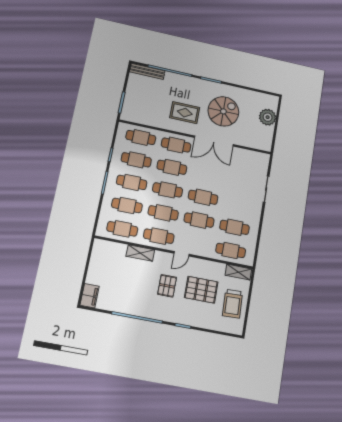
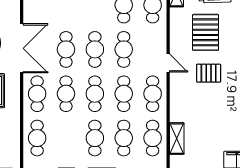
cafe table: (136, 160) -> (66, 49), moved
shelving: (140, 253) -> (177, 139), moved

